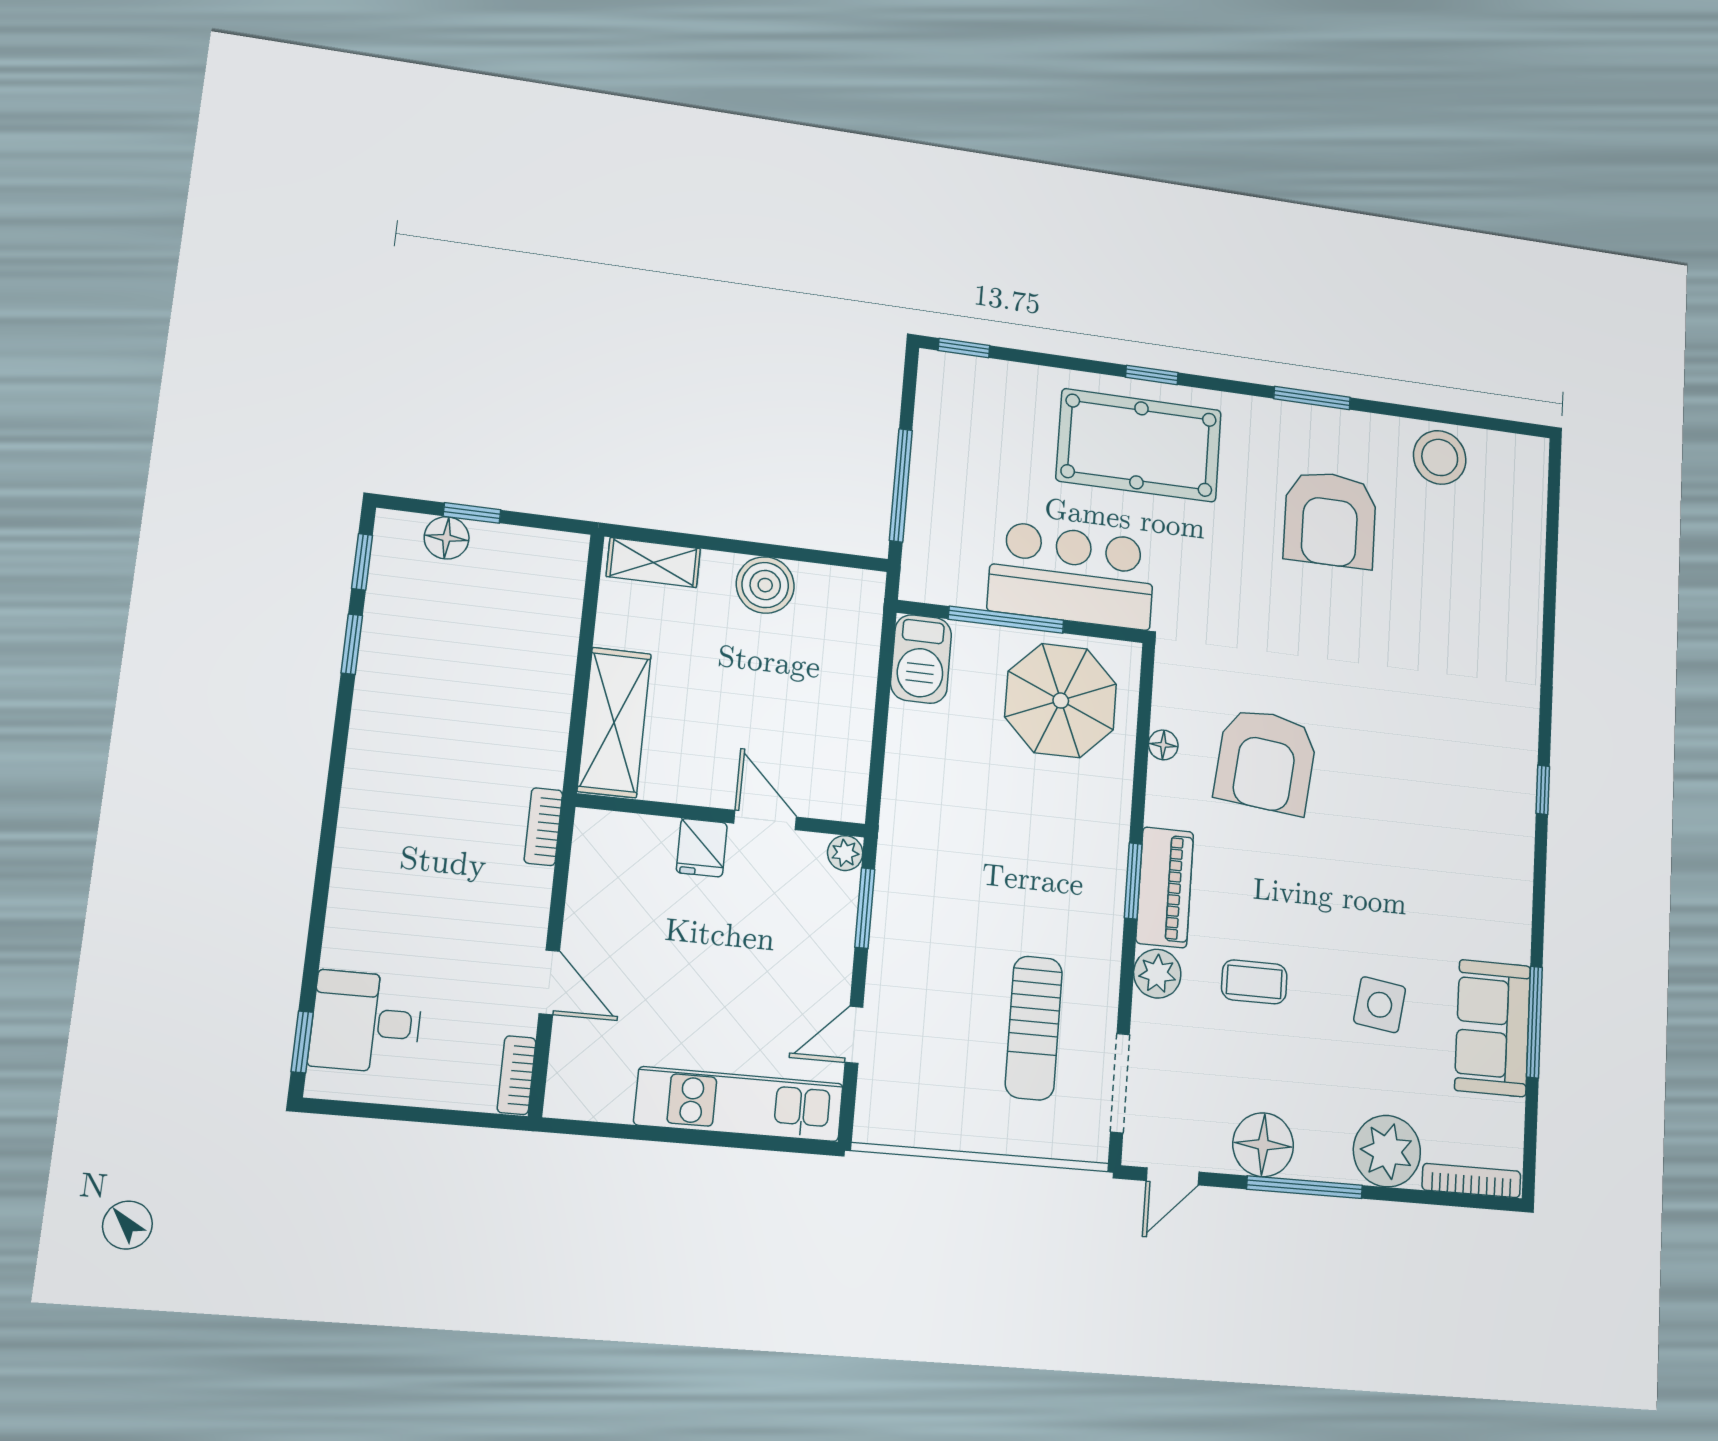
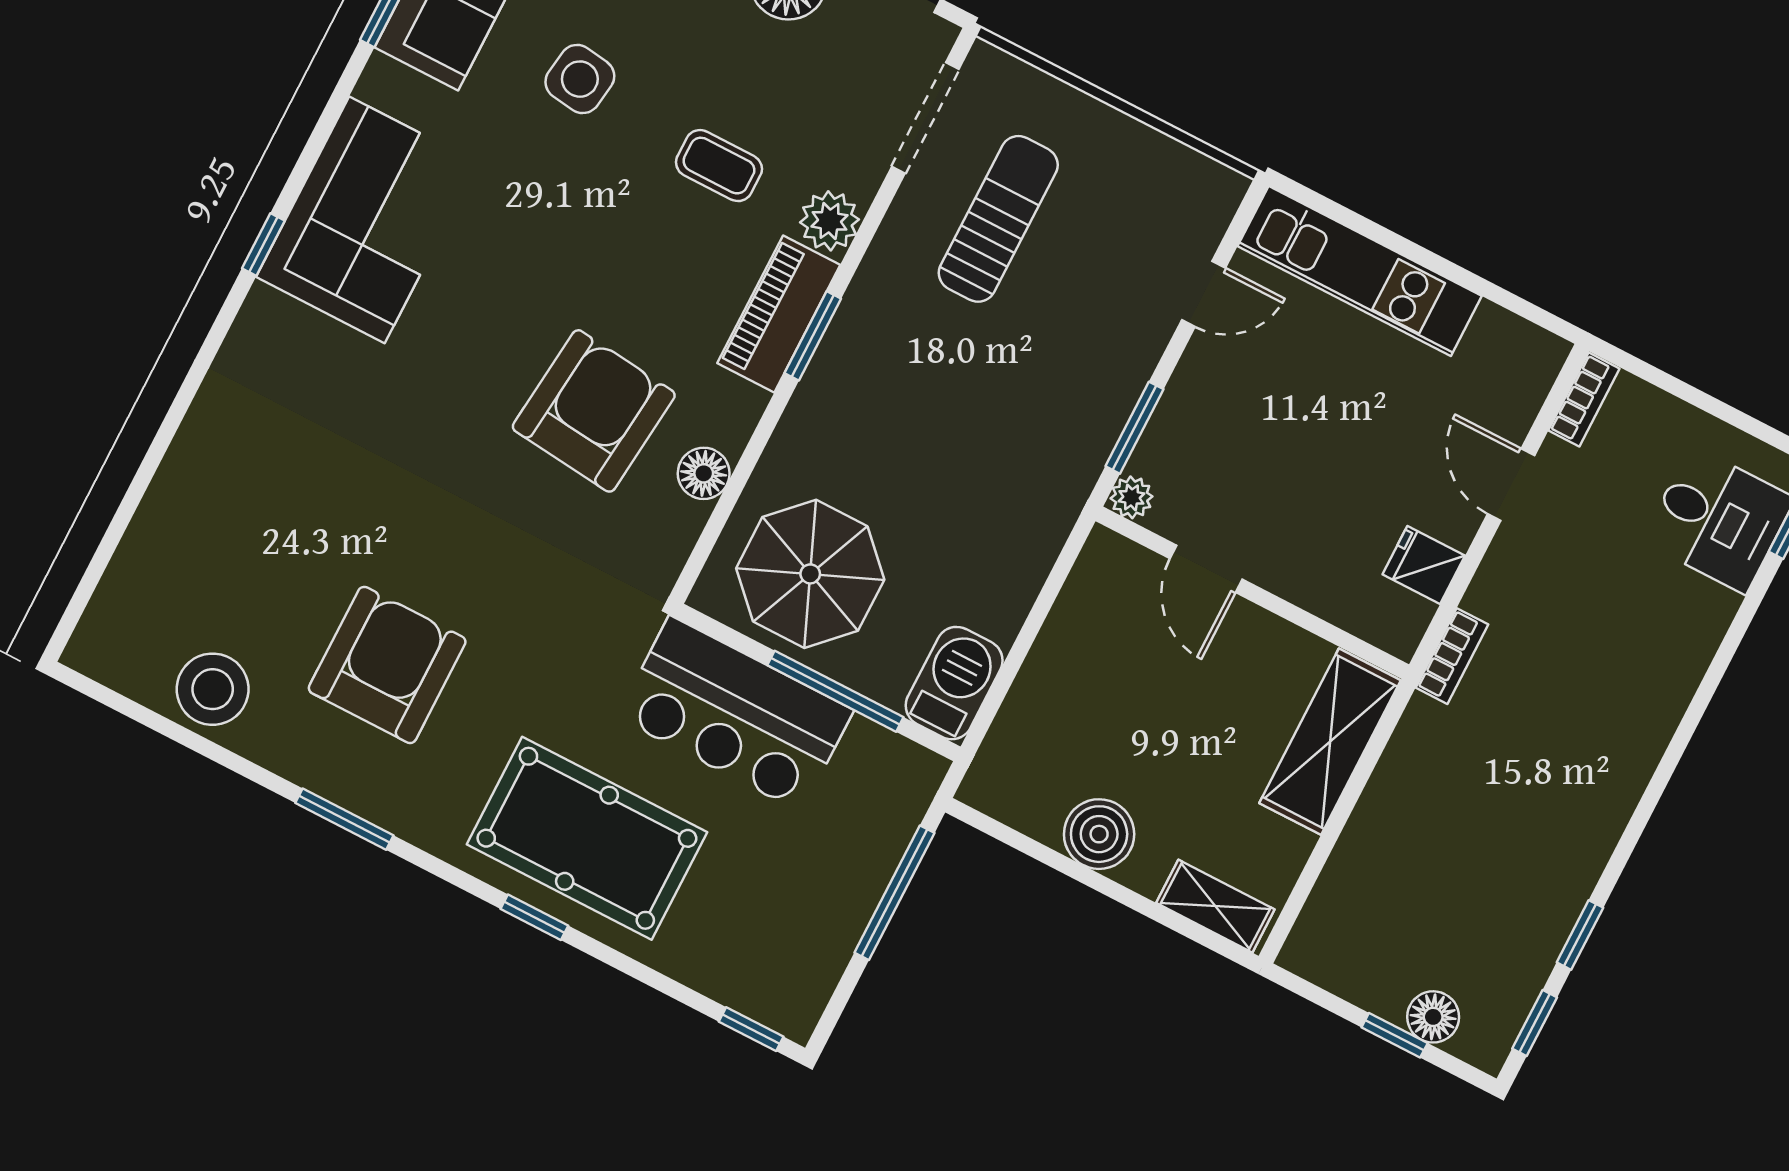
floor lamp: (1163, 745) -> (704, 473), width x1.37, depth x1.37
corner sofa: (1481, 837) -> (367, 220), added
fridge: (702, 848) -> (1424, 565), moved, turned -90

